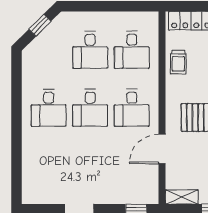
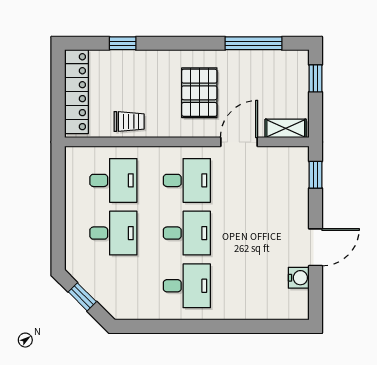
door: (162, 149) -> (239, 142), swing flipped
water cooler: (55, 196) -> (299, 278), added
shelving: (182, 197) -> (286, 128), moved, turned 90

